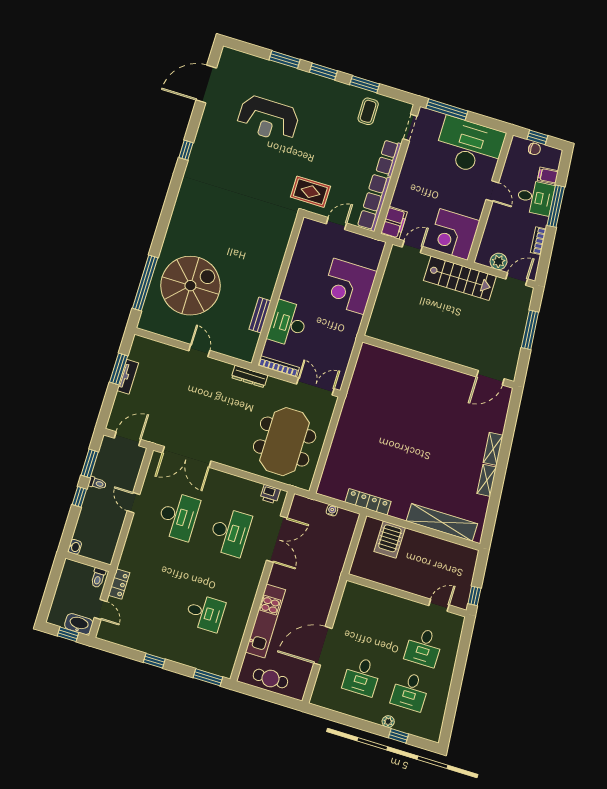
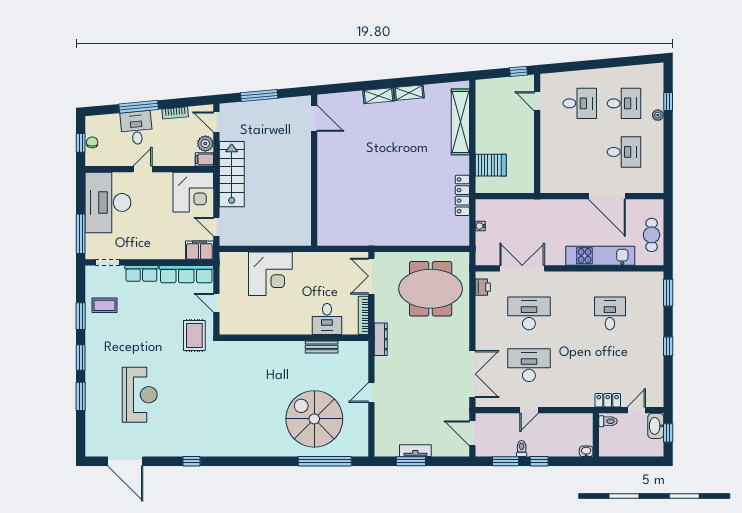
filing cabinet: (548, 176) -> (204, 159), moved, turned 95
desk: (288, 324) -> (327, 319), width x0.73

